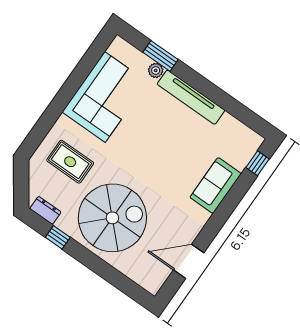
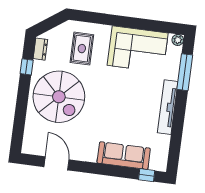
window: (161, 56) -> (185, 72), width x1.44
plant: (156, 70) -> (178, 40), moved
sofa: (216, 186) -> (124, 156), width x1.36

